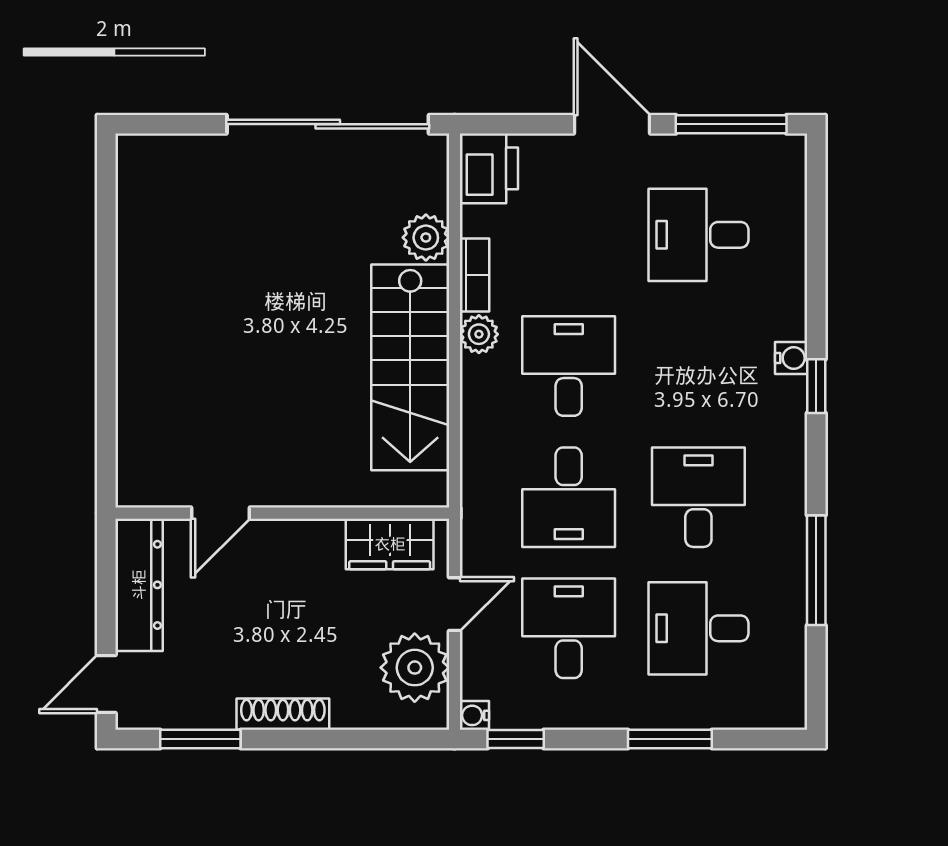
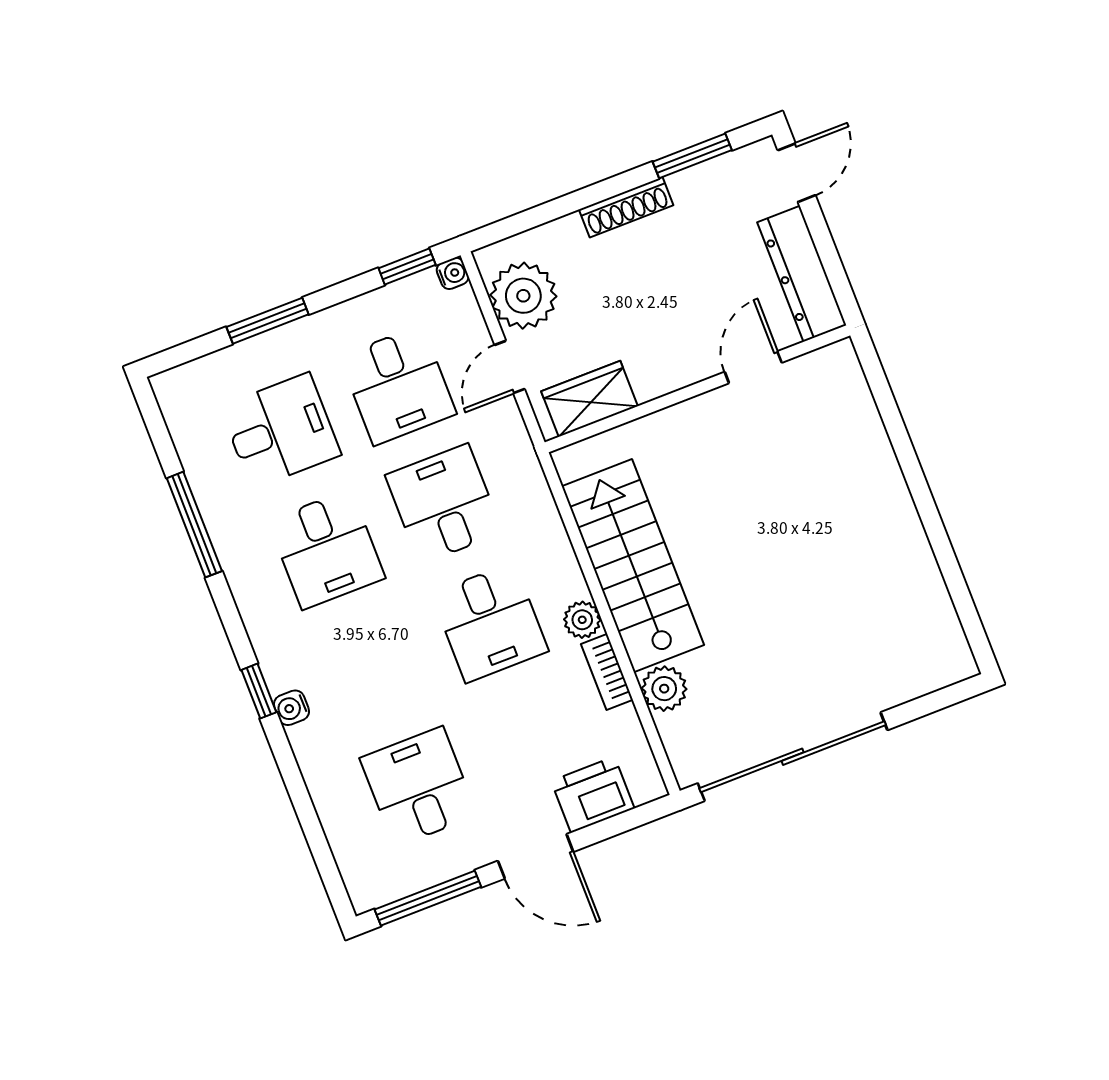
printer: (489, 168) -> (593, 795), moved, turned 90
desk: (698, 235) -> (419, 787), turned -90

